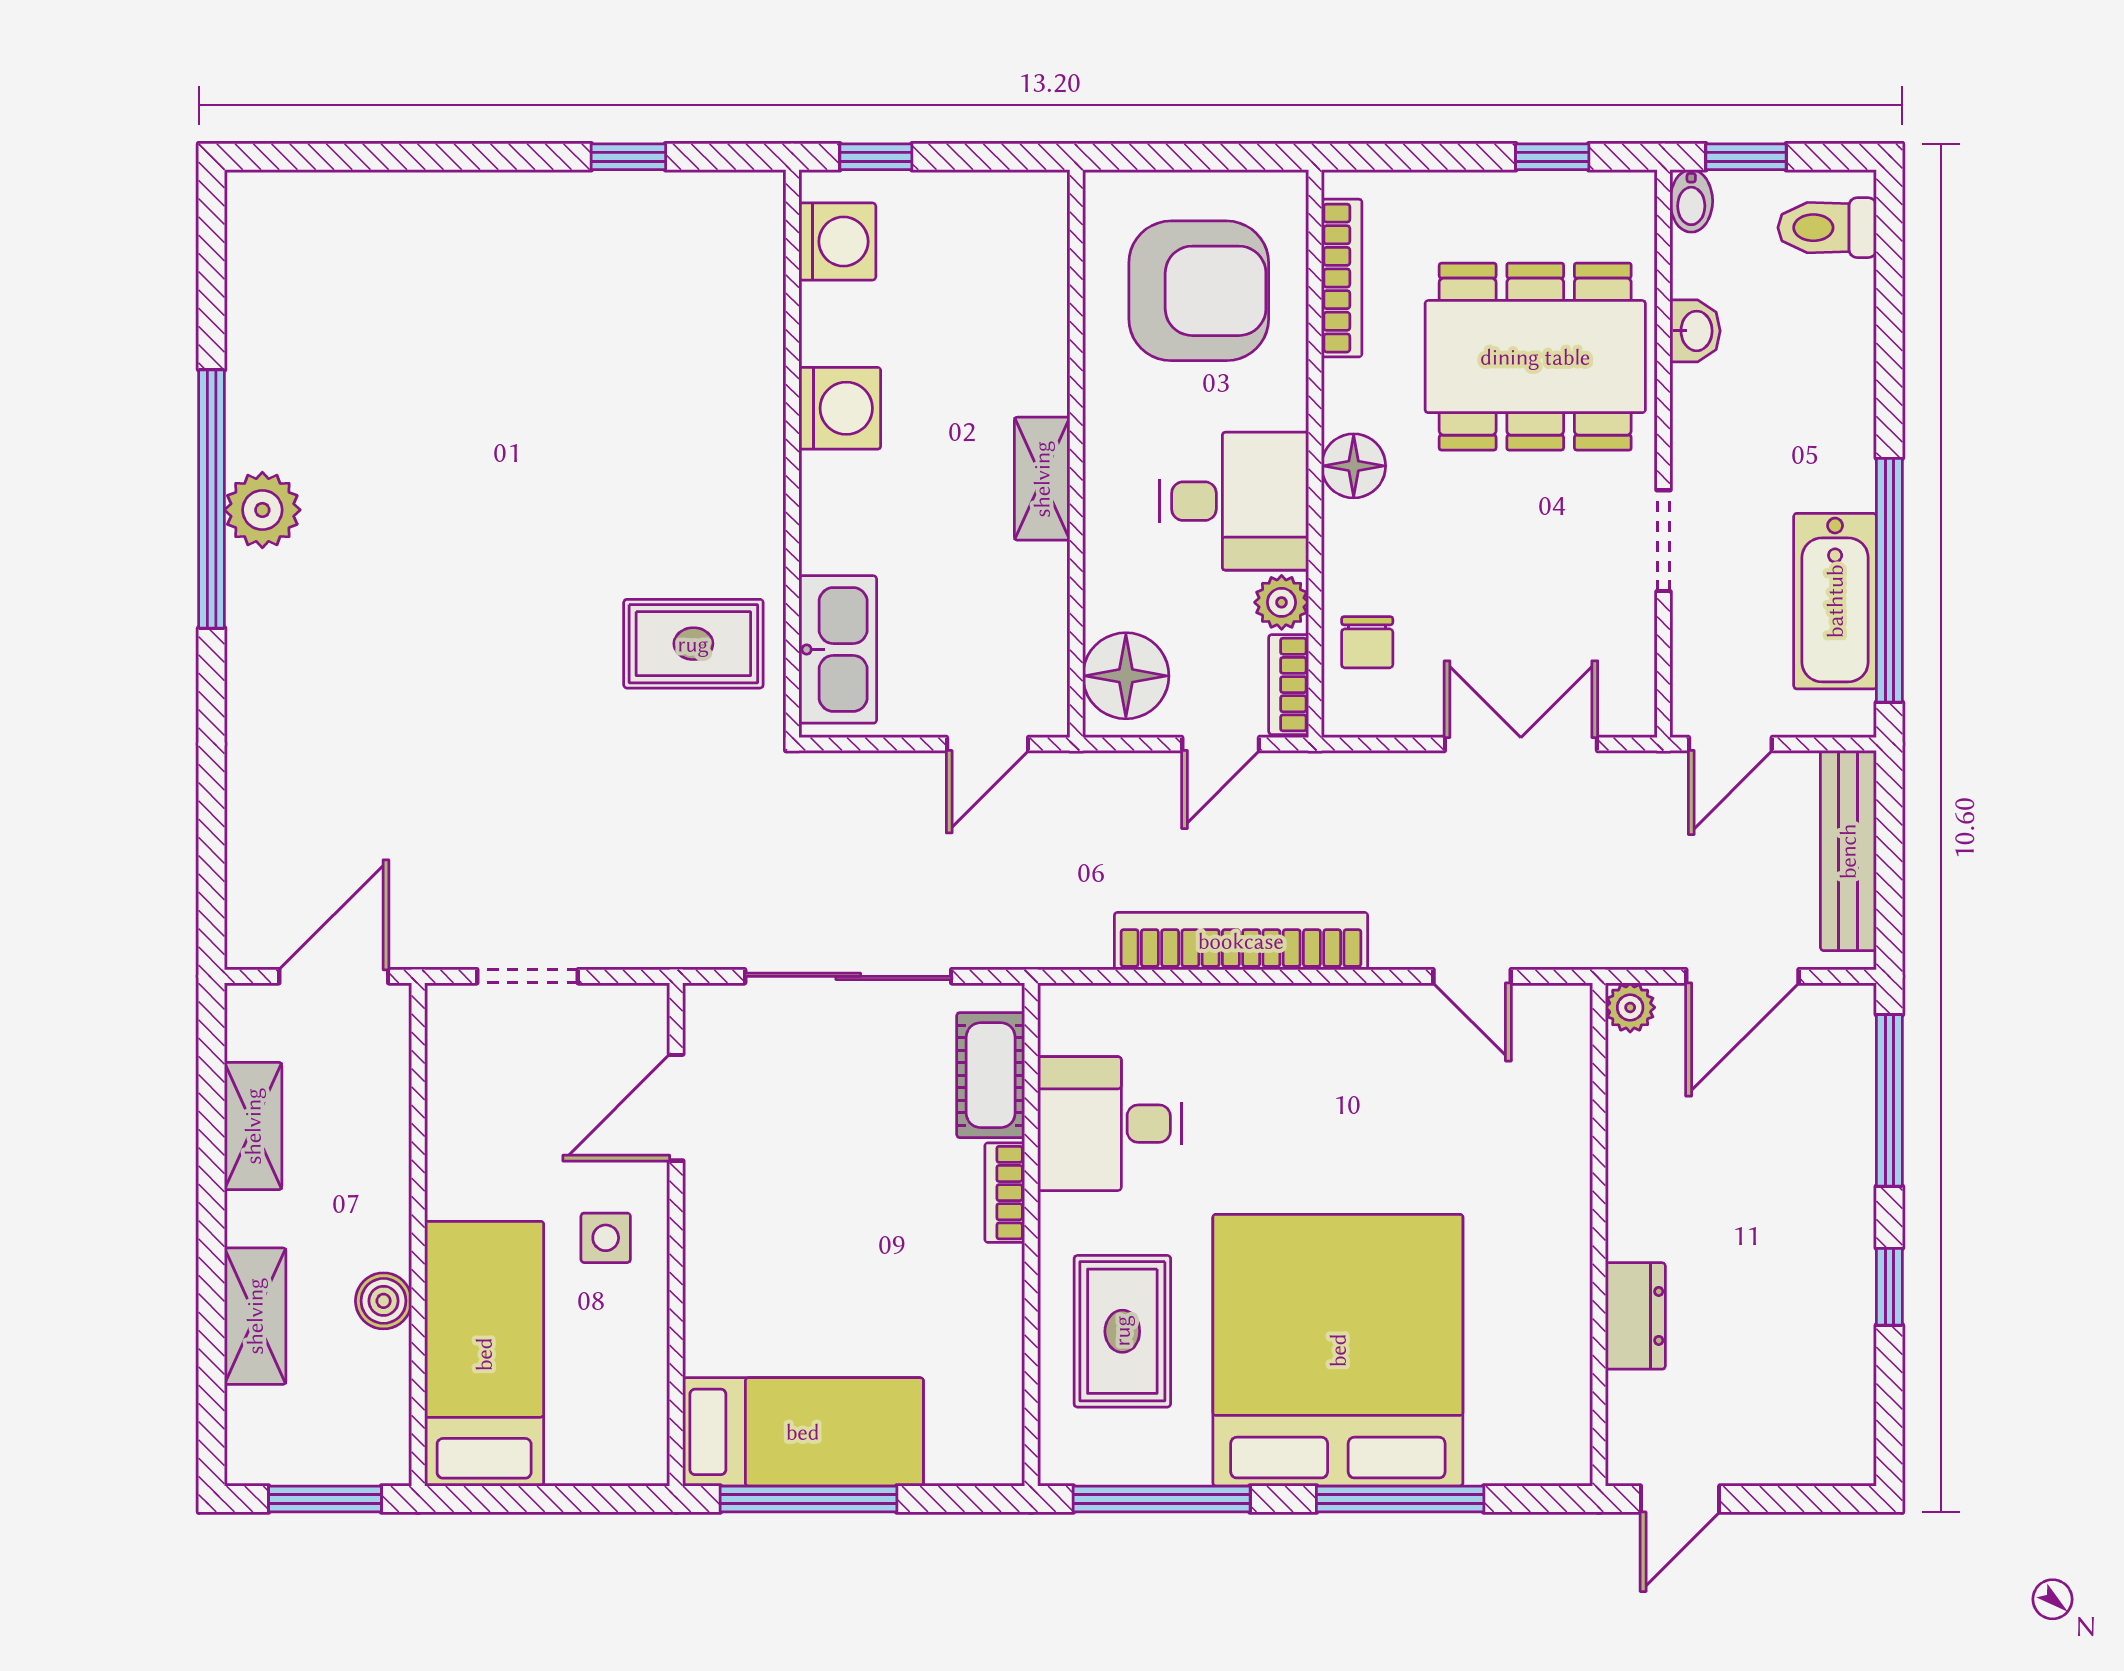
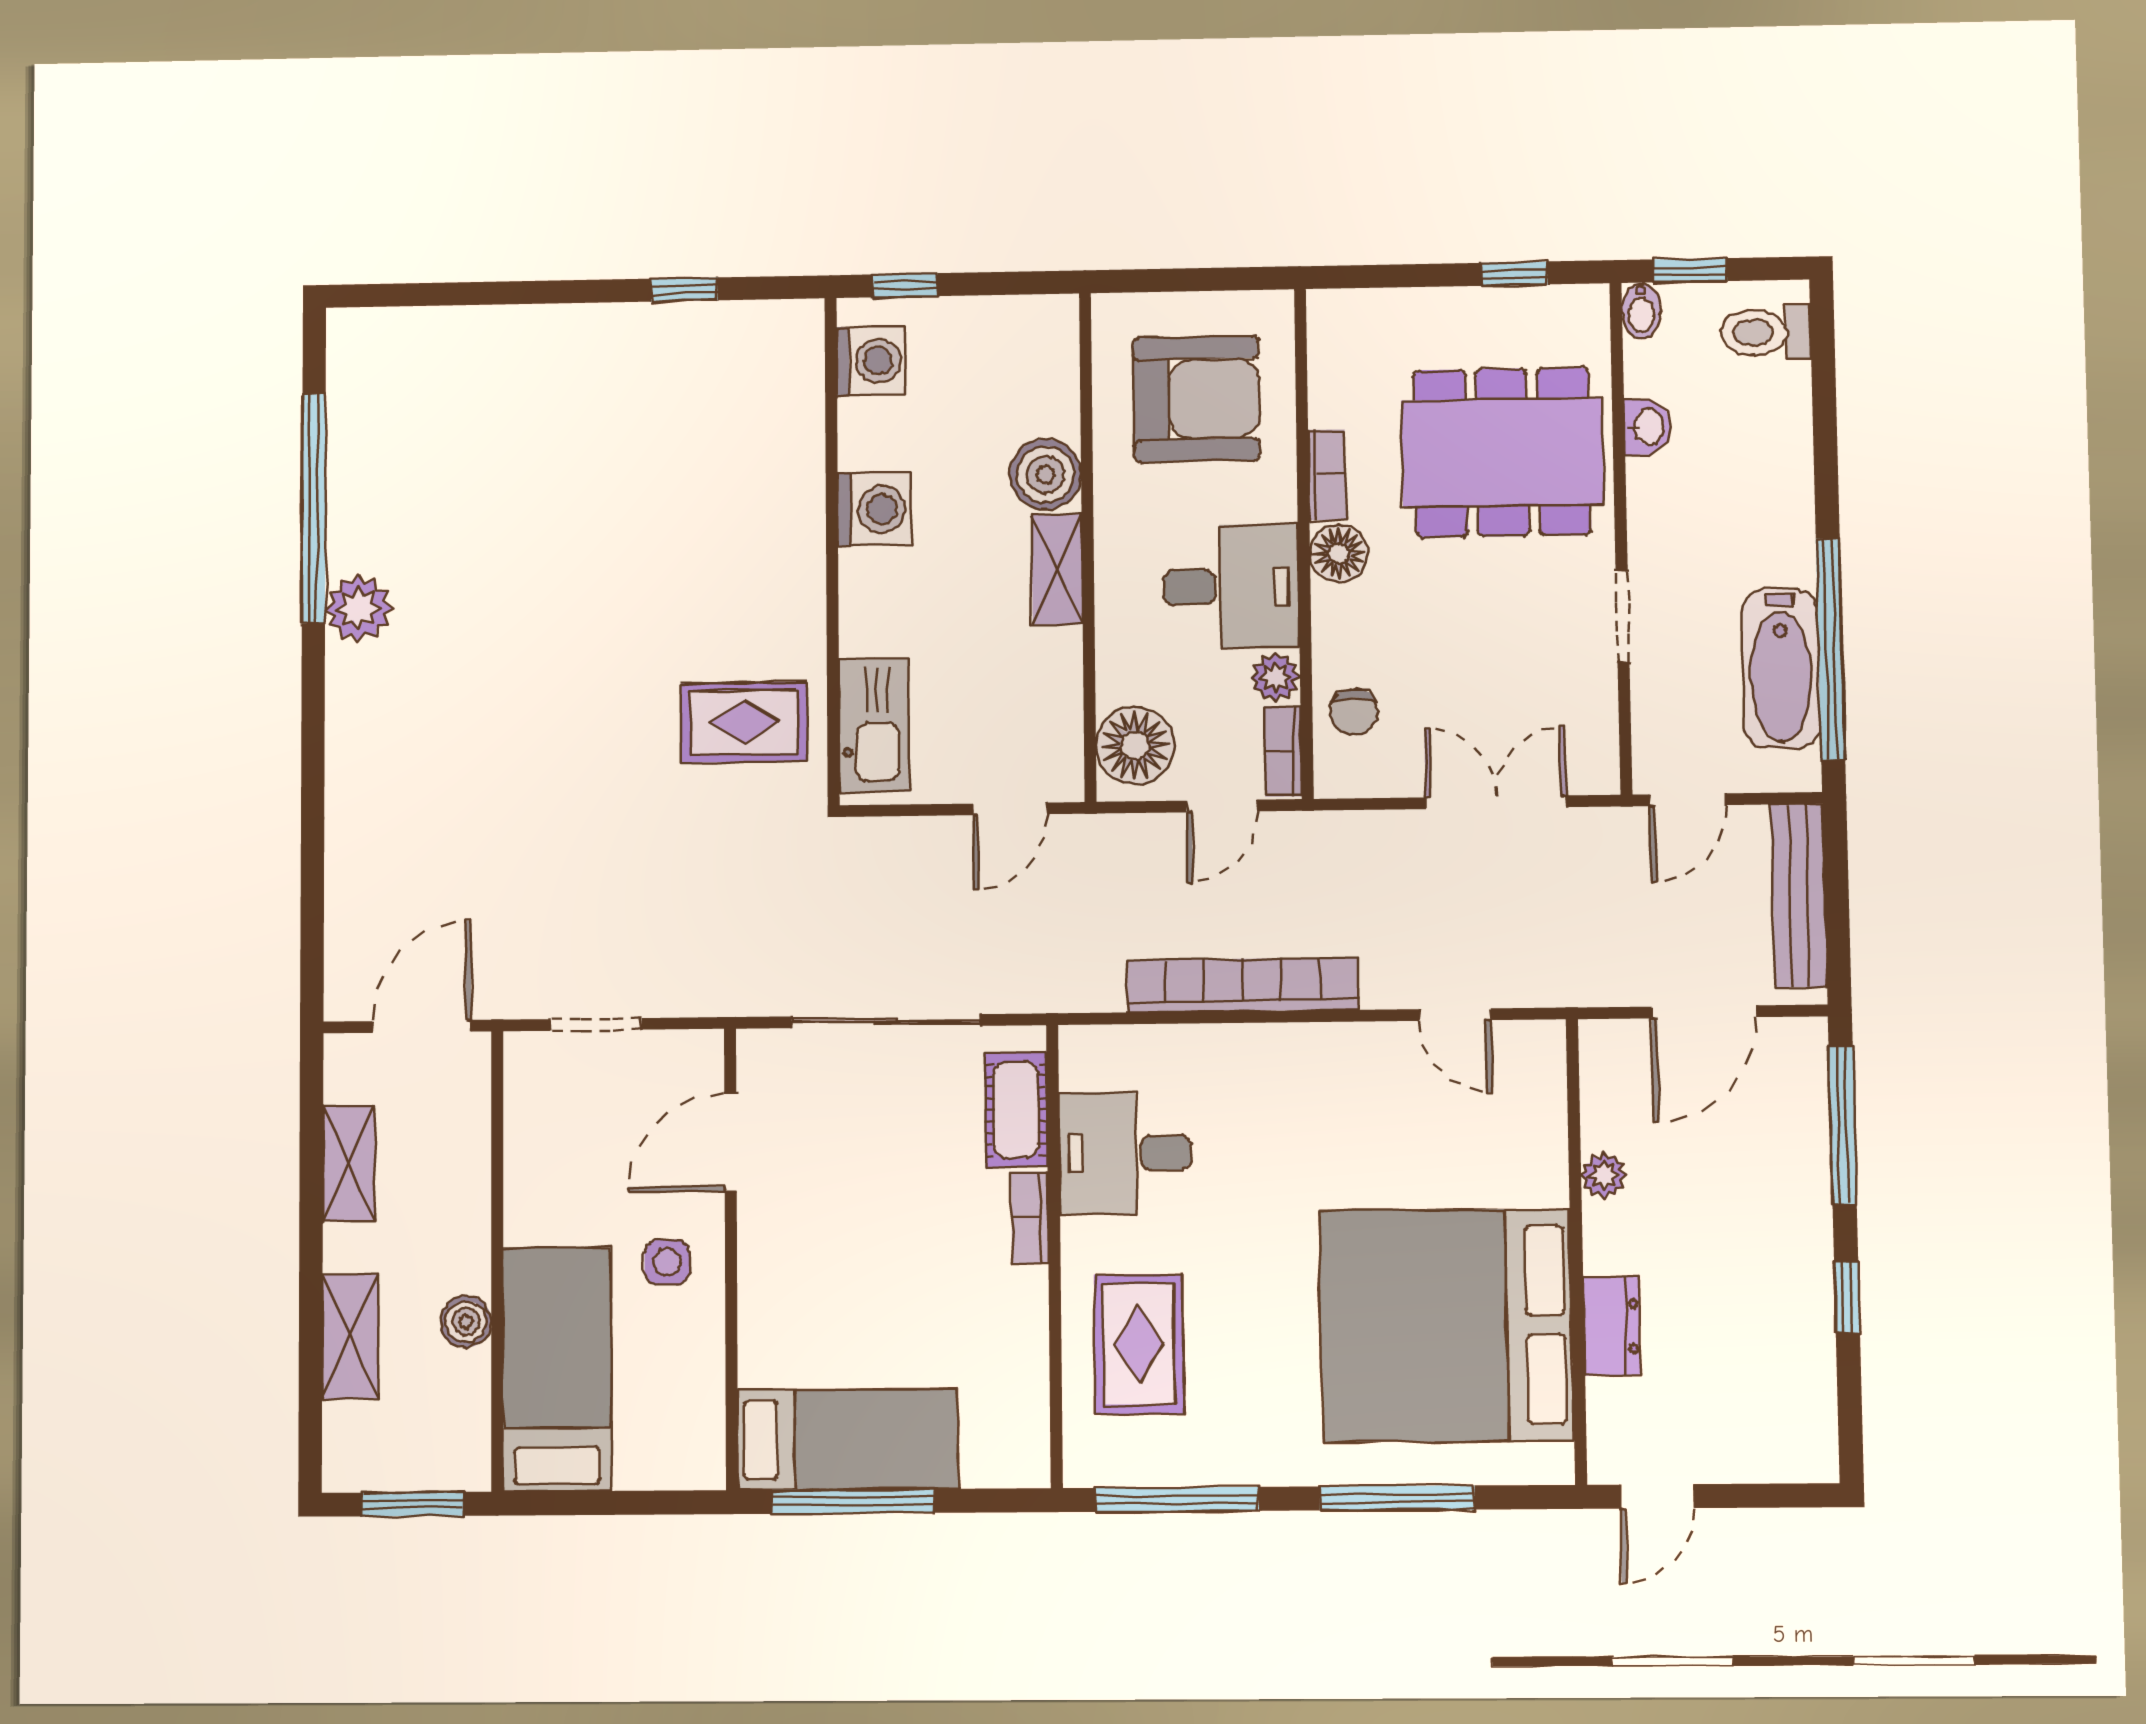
bookcase: (1342, 278) -> (1327, 475), moved, width x0.64
boiler: (1030, 372) -> (1046, 474), added
window: (212, 499) -> (314, 508), moved
plant: (1630, 1007) -> (1604, 1175), moved
bed: (1338, 1350) -> (1446, 1325), moved, turned -90

